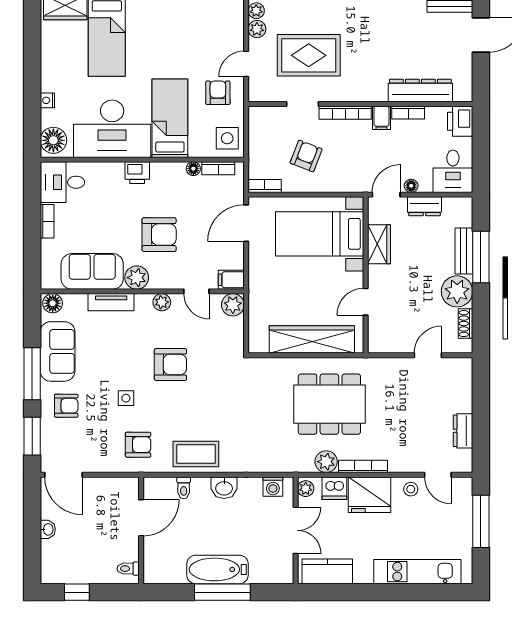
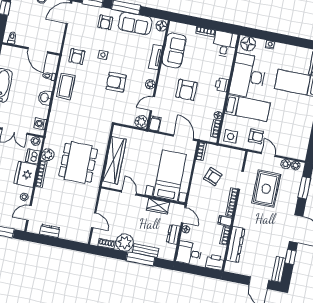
plant: (137, 278) -> (166, 73), removed
armchair: (170, 364) -> (116, 82), turned 90

